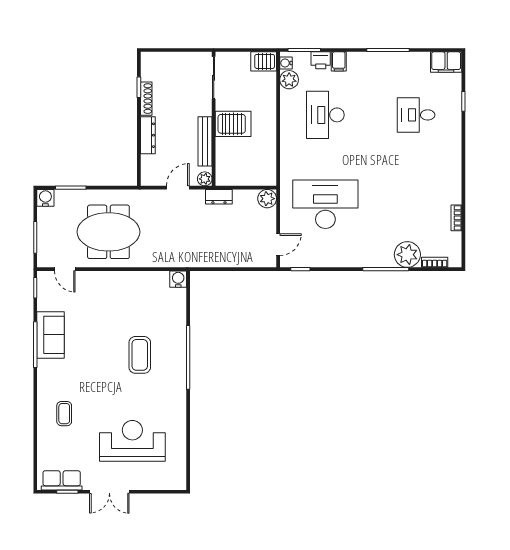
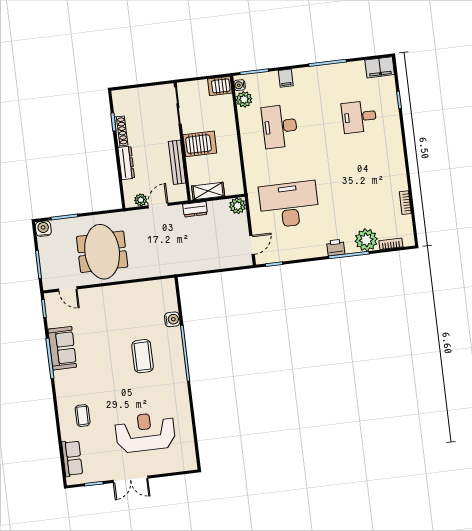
printer: (321, 60) -> (336, 247), moved, turned 180
shelving: (236, 178) -> (208, 191), added
plant: (205, 179) -> (141, 200), moved
meeting table: (108, 232) -> (102, 252), turned 90
water cooler: (178, 279) -> (172, 319), moved, turned 90
row of seats: (62, 480) -> (72, 458), moved, turned 90

